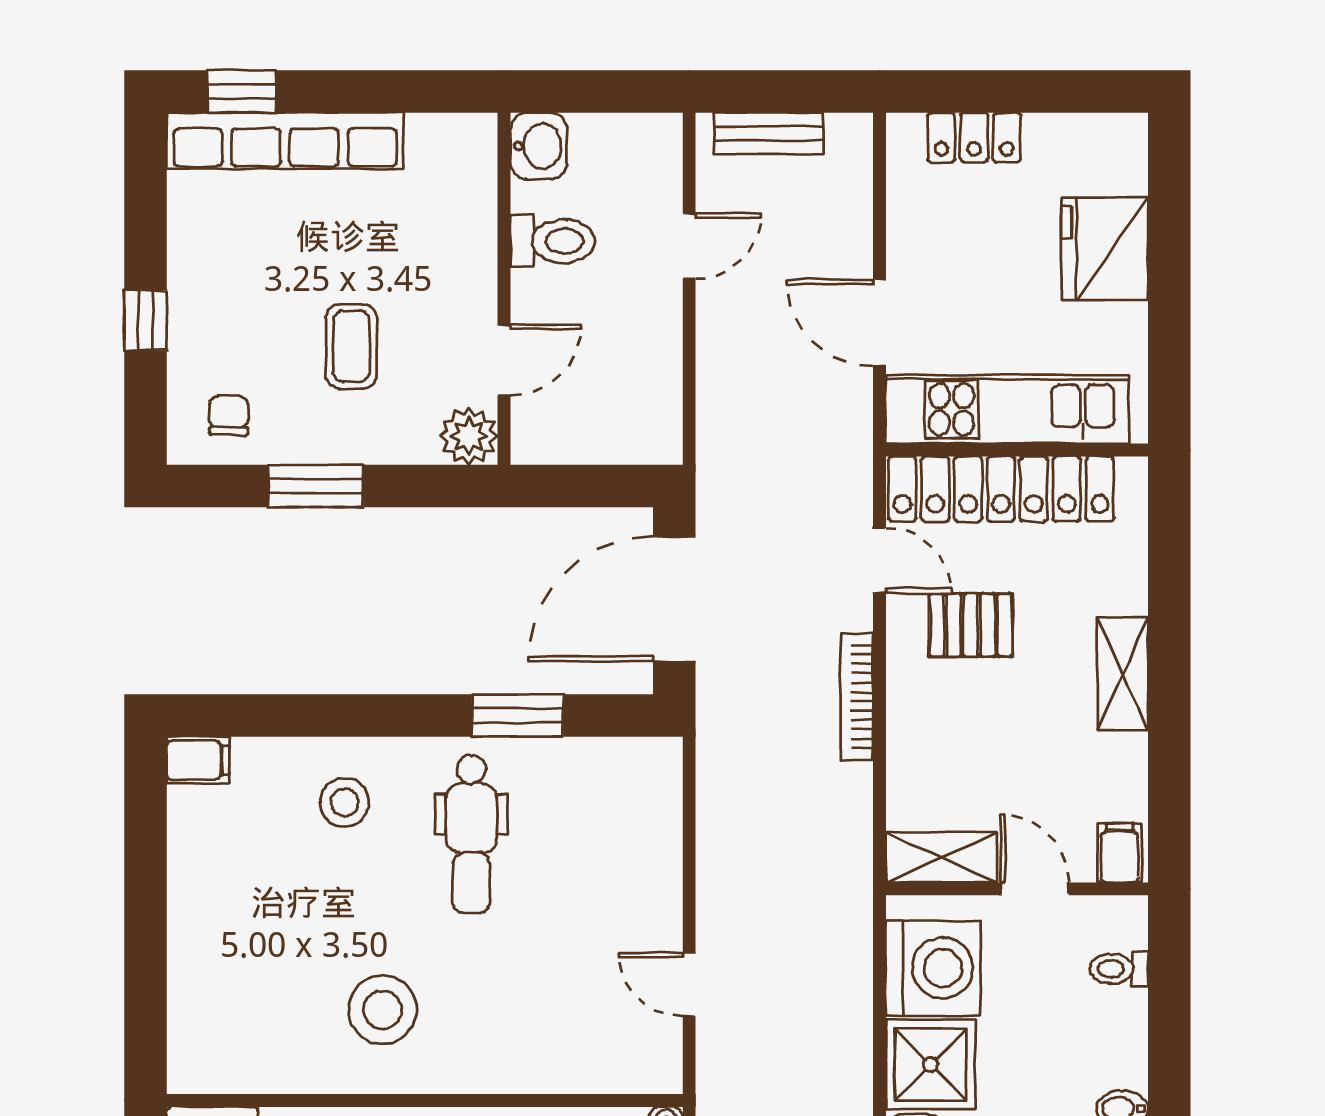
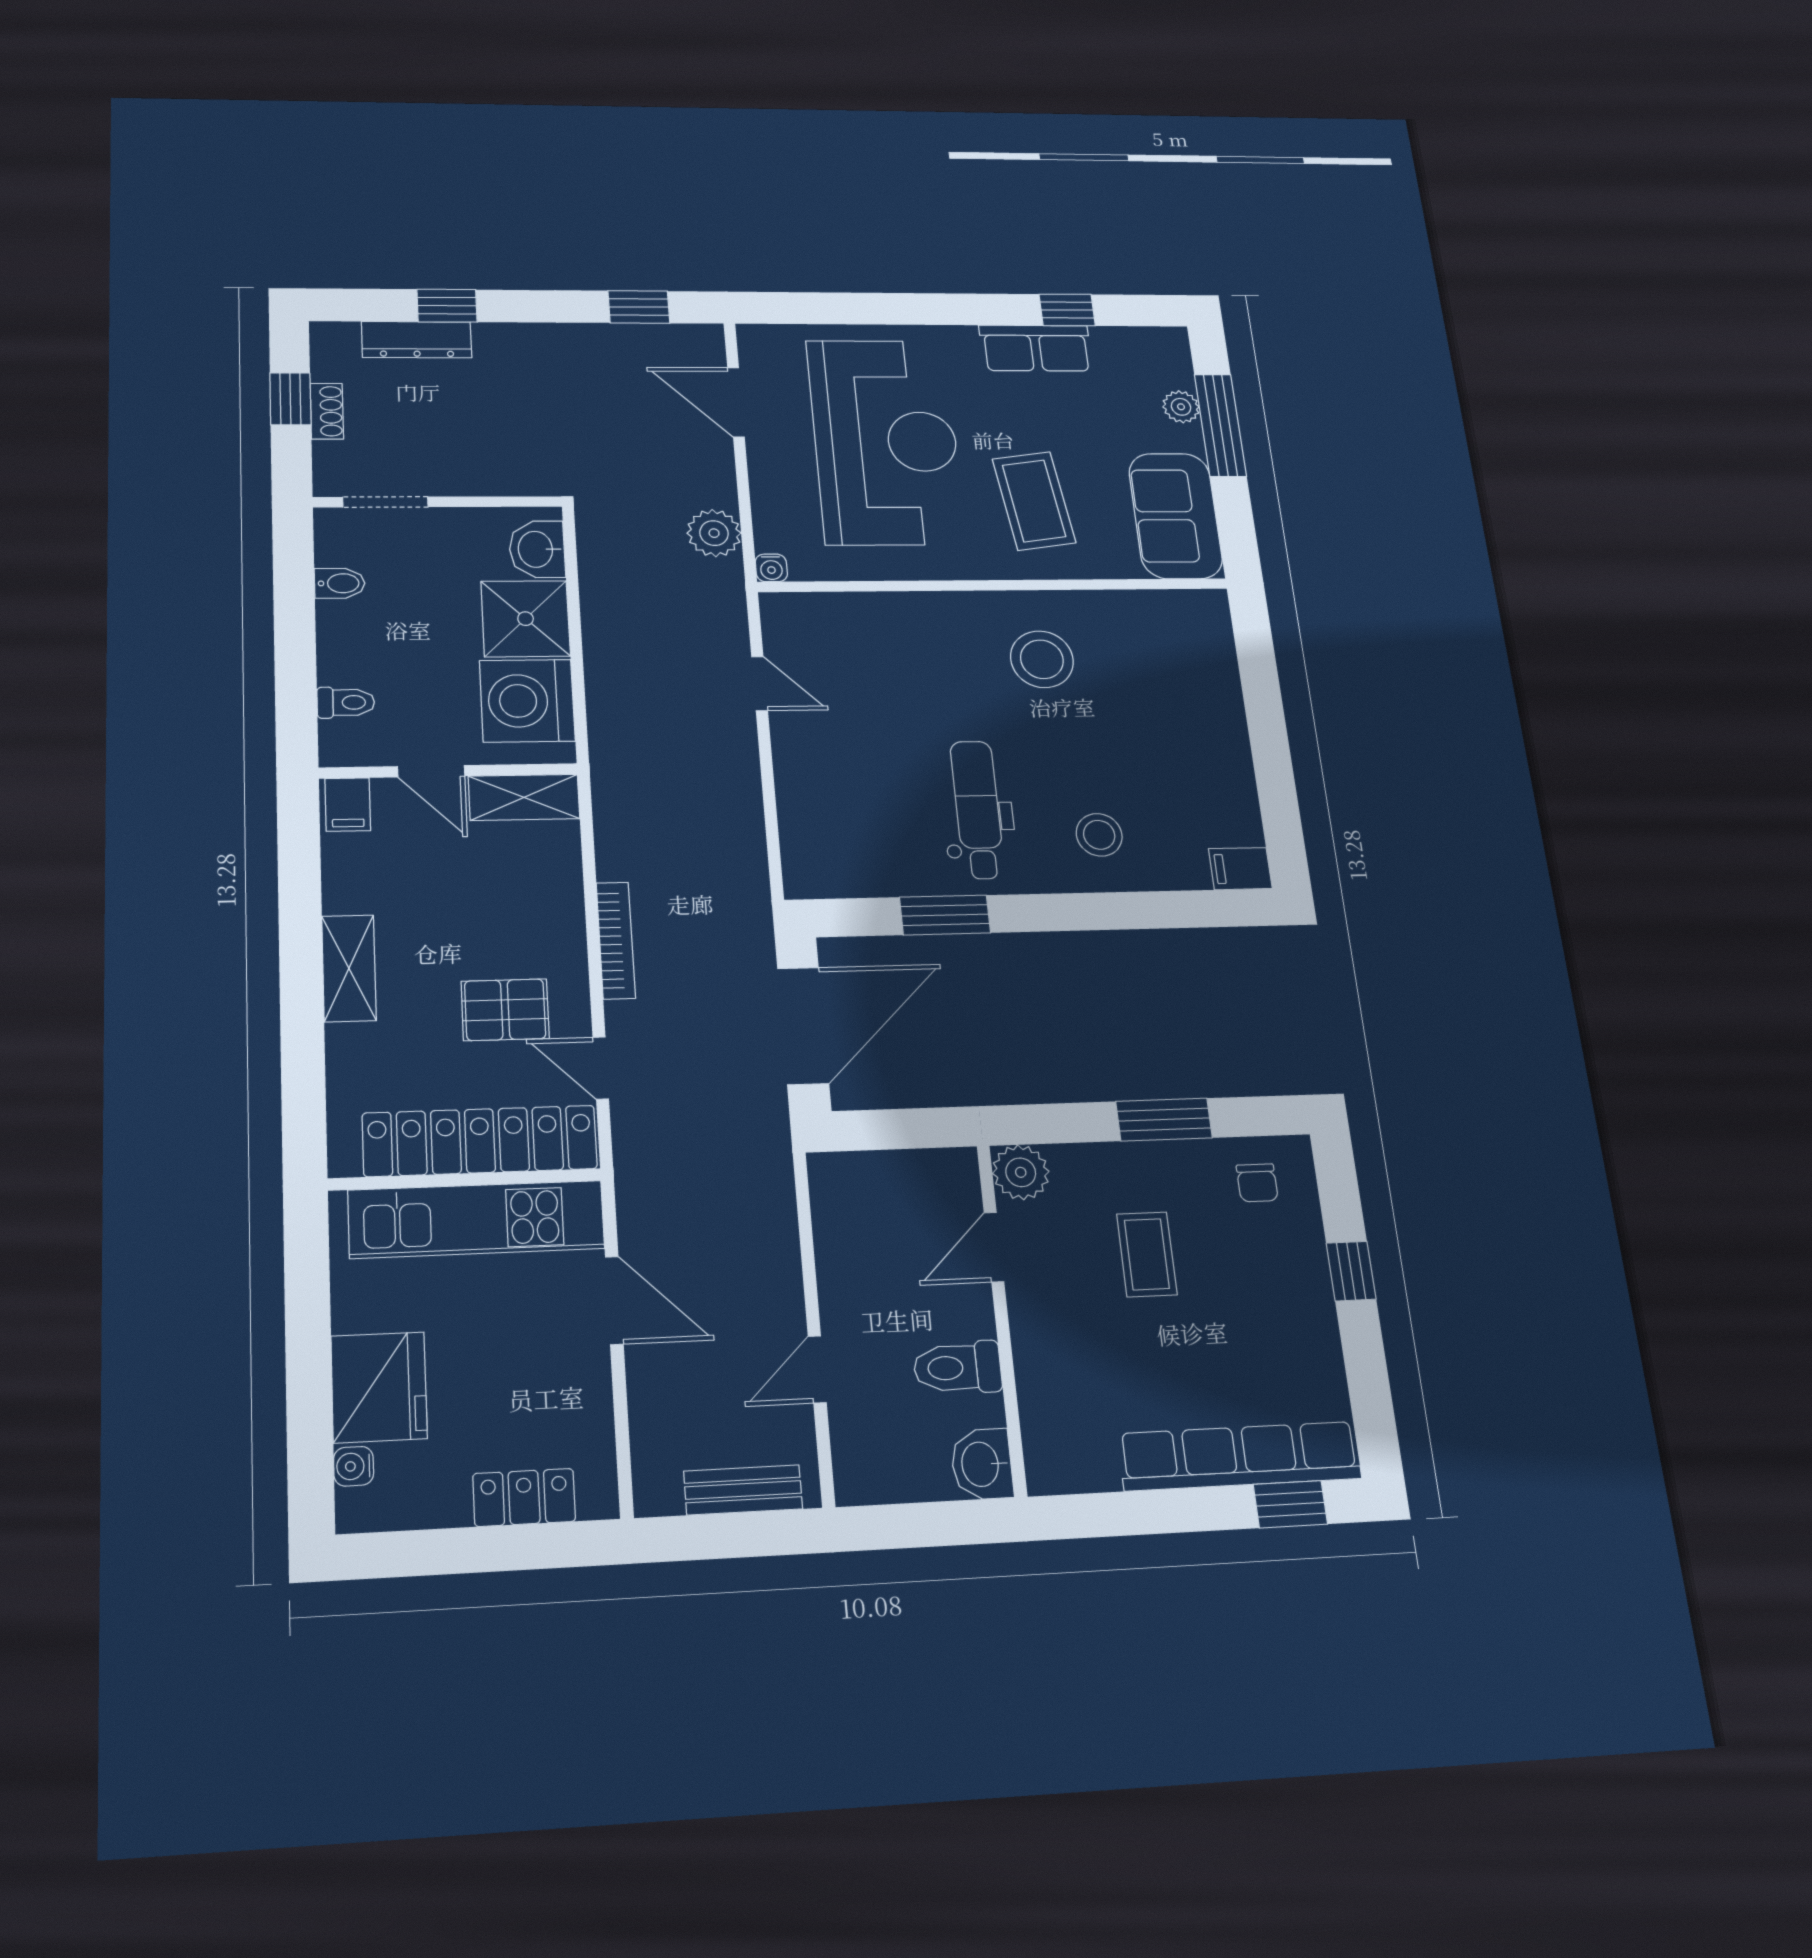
water cooler: (1130, 175) -> (354, 1466), added

